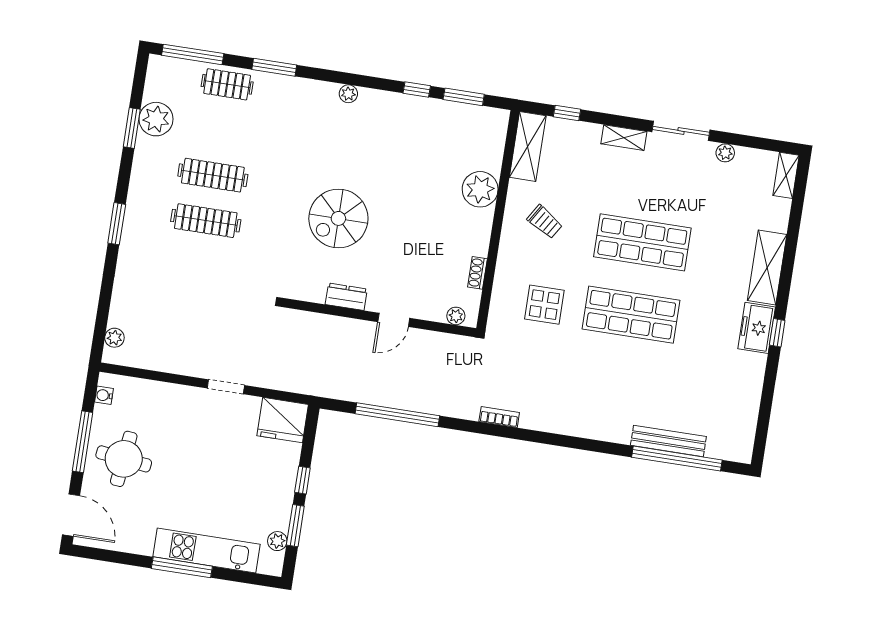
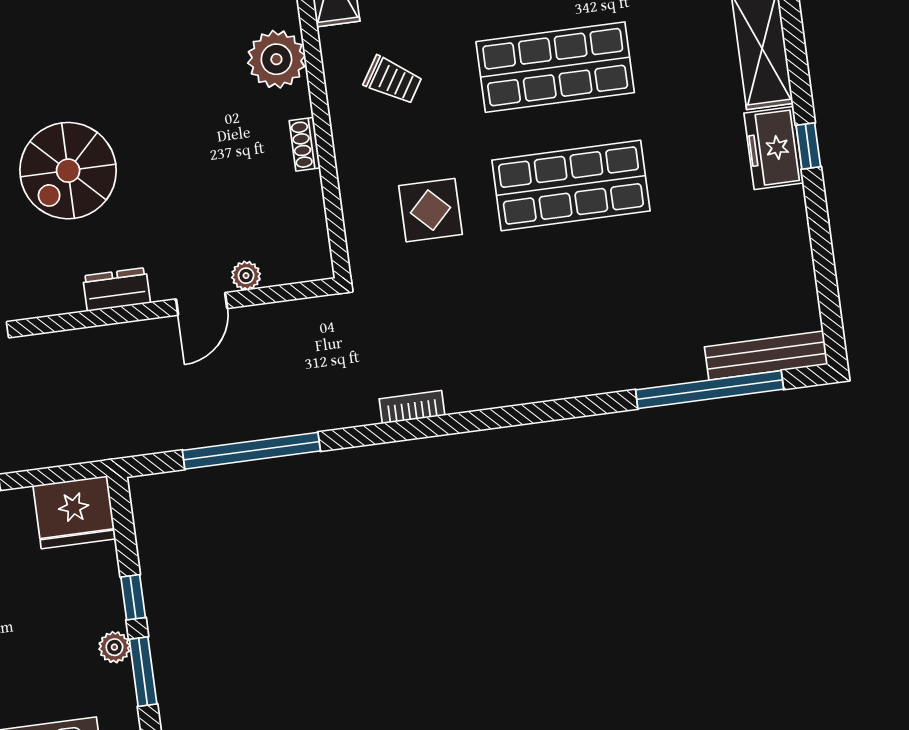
shoe rack: (477, 273) -> (305, 144), moved
plant: (456, 316) -> (246, 276), moved
bench: (668, 441) -> (766, 356), moved
plant: (277, 541) -> (114, 647), moved

